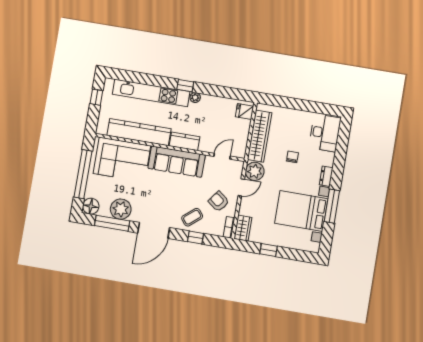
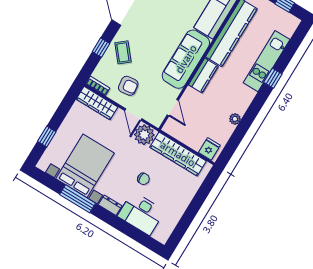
window: (185, 86) -> (273, 78), moved
kitchen unit: (151, 93) -> (267, 61), width x0.73
plant: (195, 97) -> (235, 119), moved
desk: (325, 133) -> (141, 213), moved
armchair: (219, 201) -> (128, 86), turned 46
wardrobe: (243, 228) -> (97, 103), width x1.50
window: (268, 250) -> (47, 137), moved

